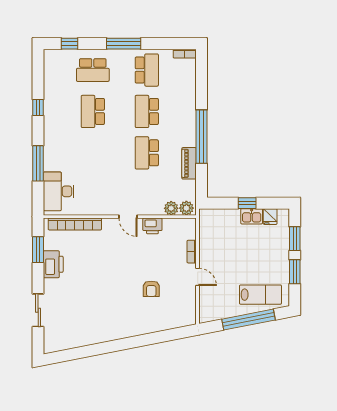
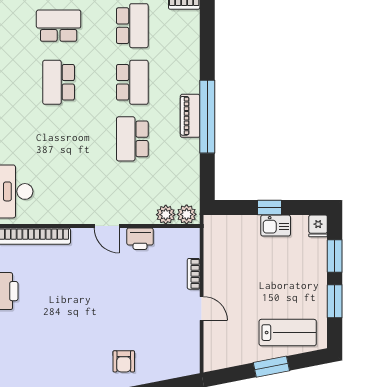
school desk: (93, 70) -> (59, 26), turned 180
school desk: (147, 111) -> (132, 82), turned 180
piano: (189, 163) -> (190, 116), moved
fridge: (270, 217) -> (318, 226), moved
armchair: (151, 289) -> (124, 361), moved
window: (249, 320) -> (271, 367), width x0.47

